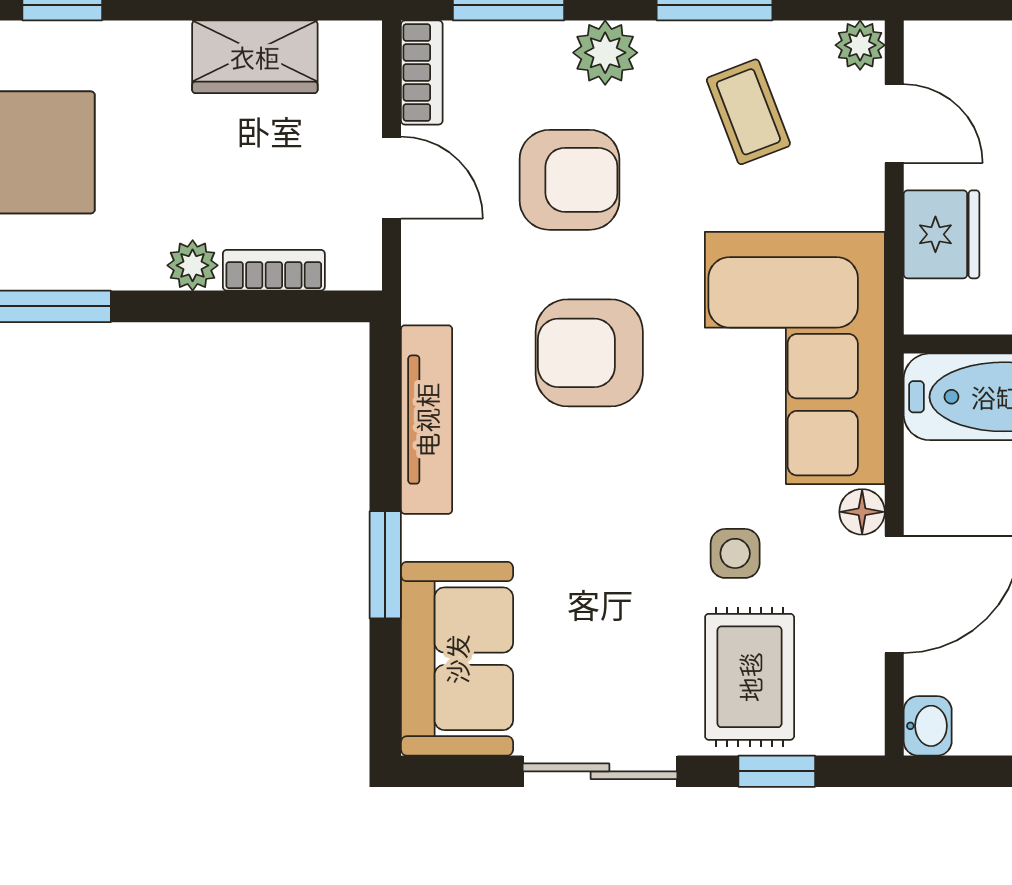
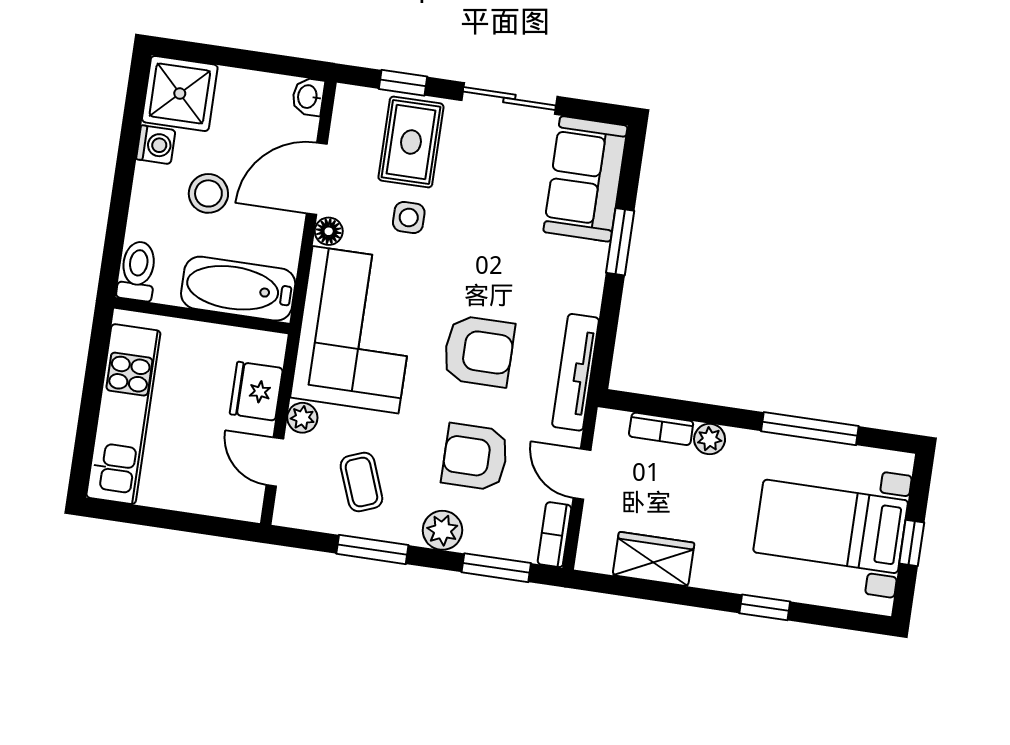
plant: (860, 45) -> (302, 418), moved
tv unit: (427, 420) -> (576, 372), moved

